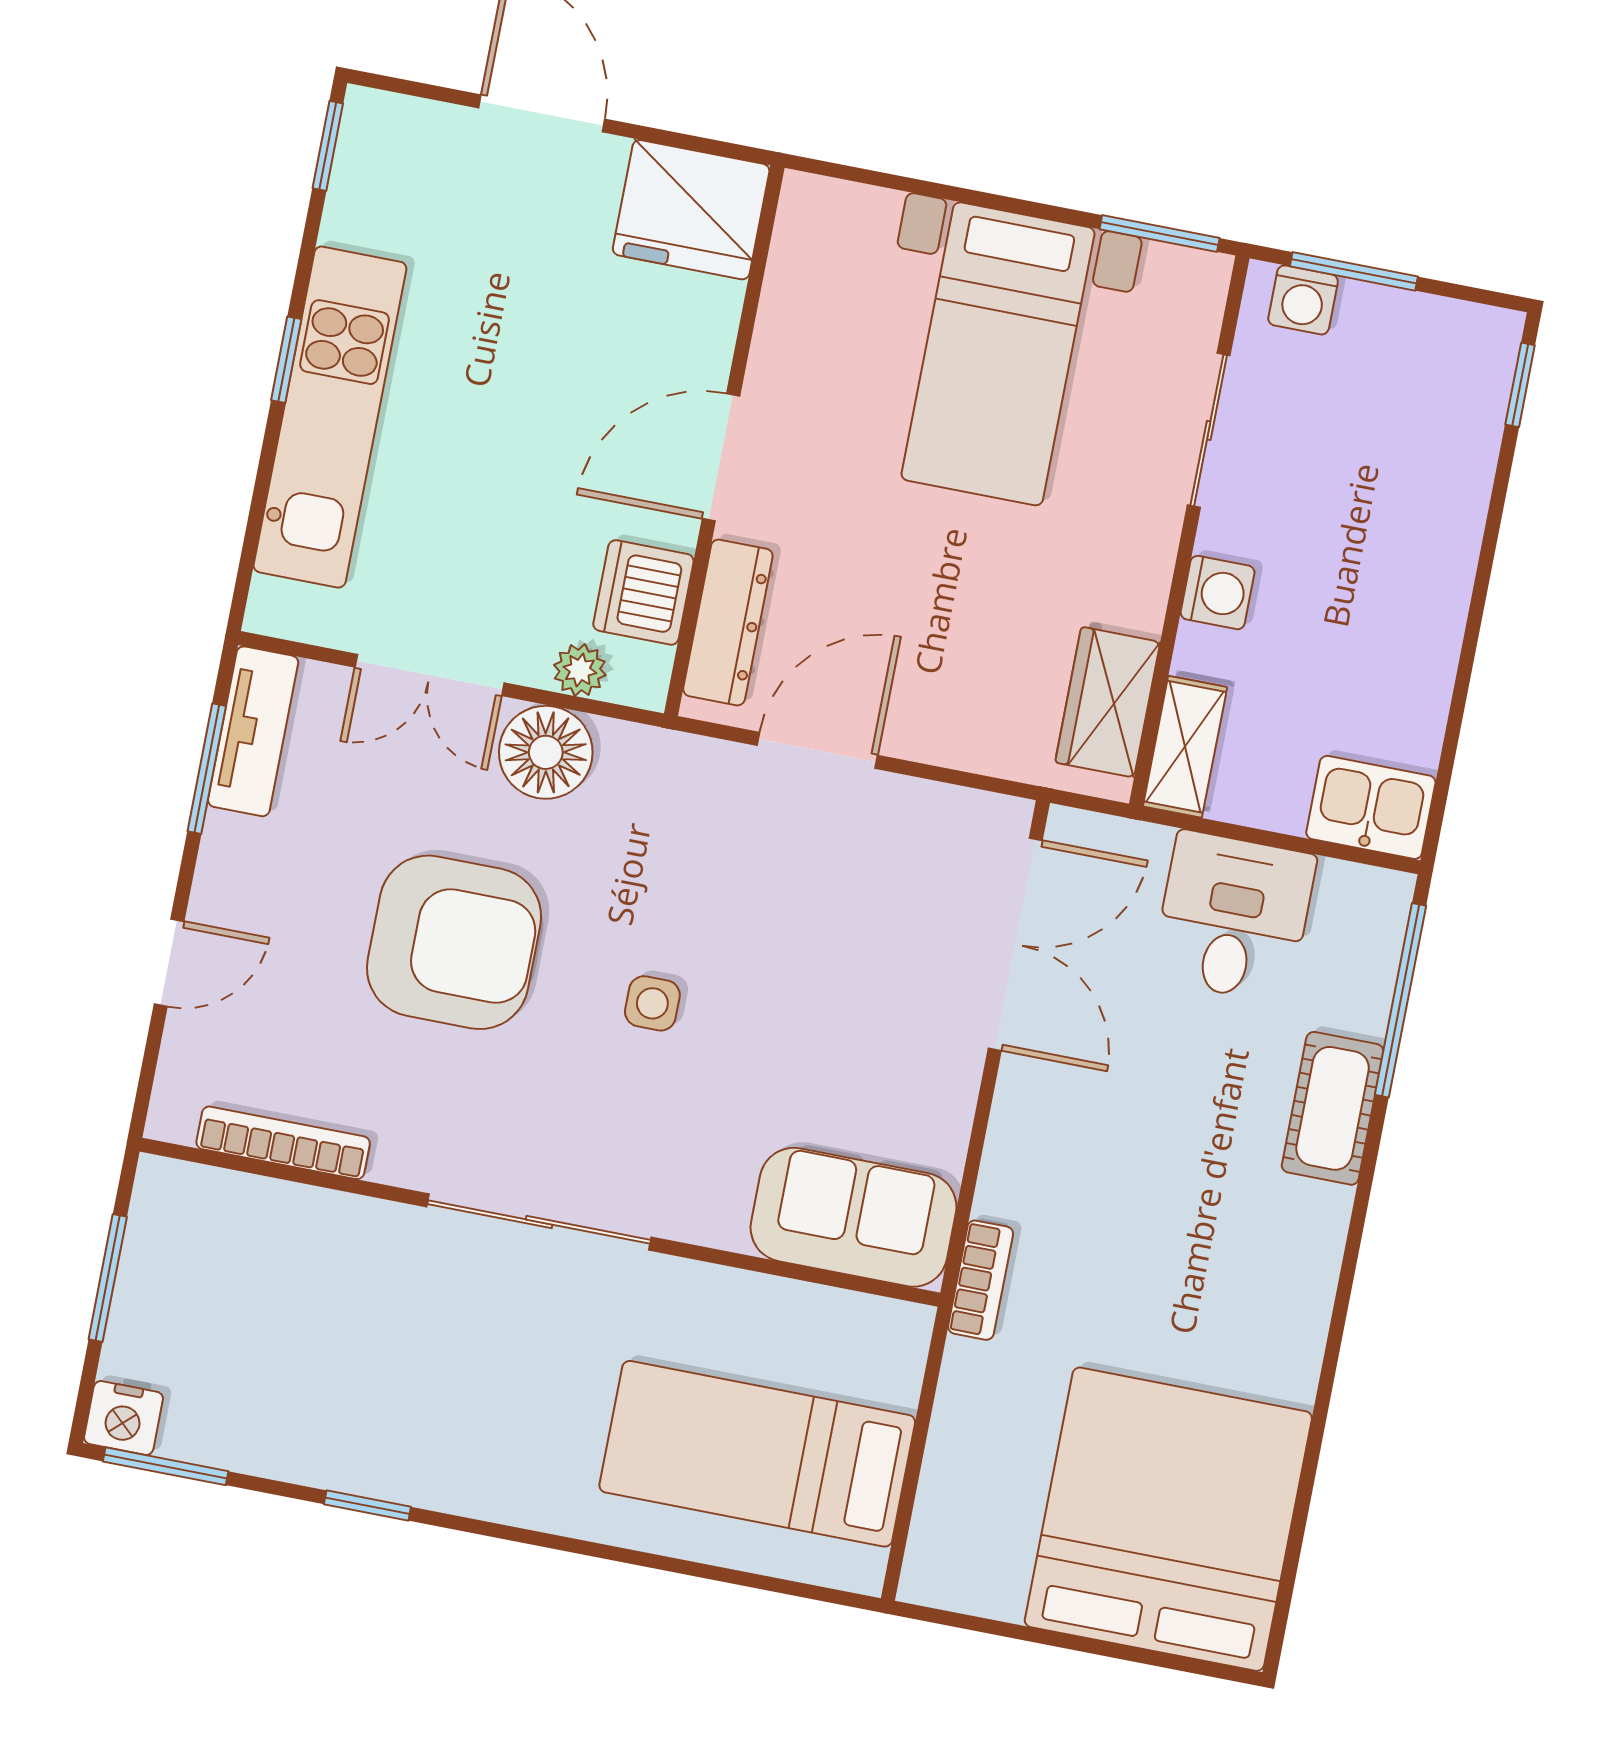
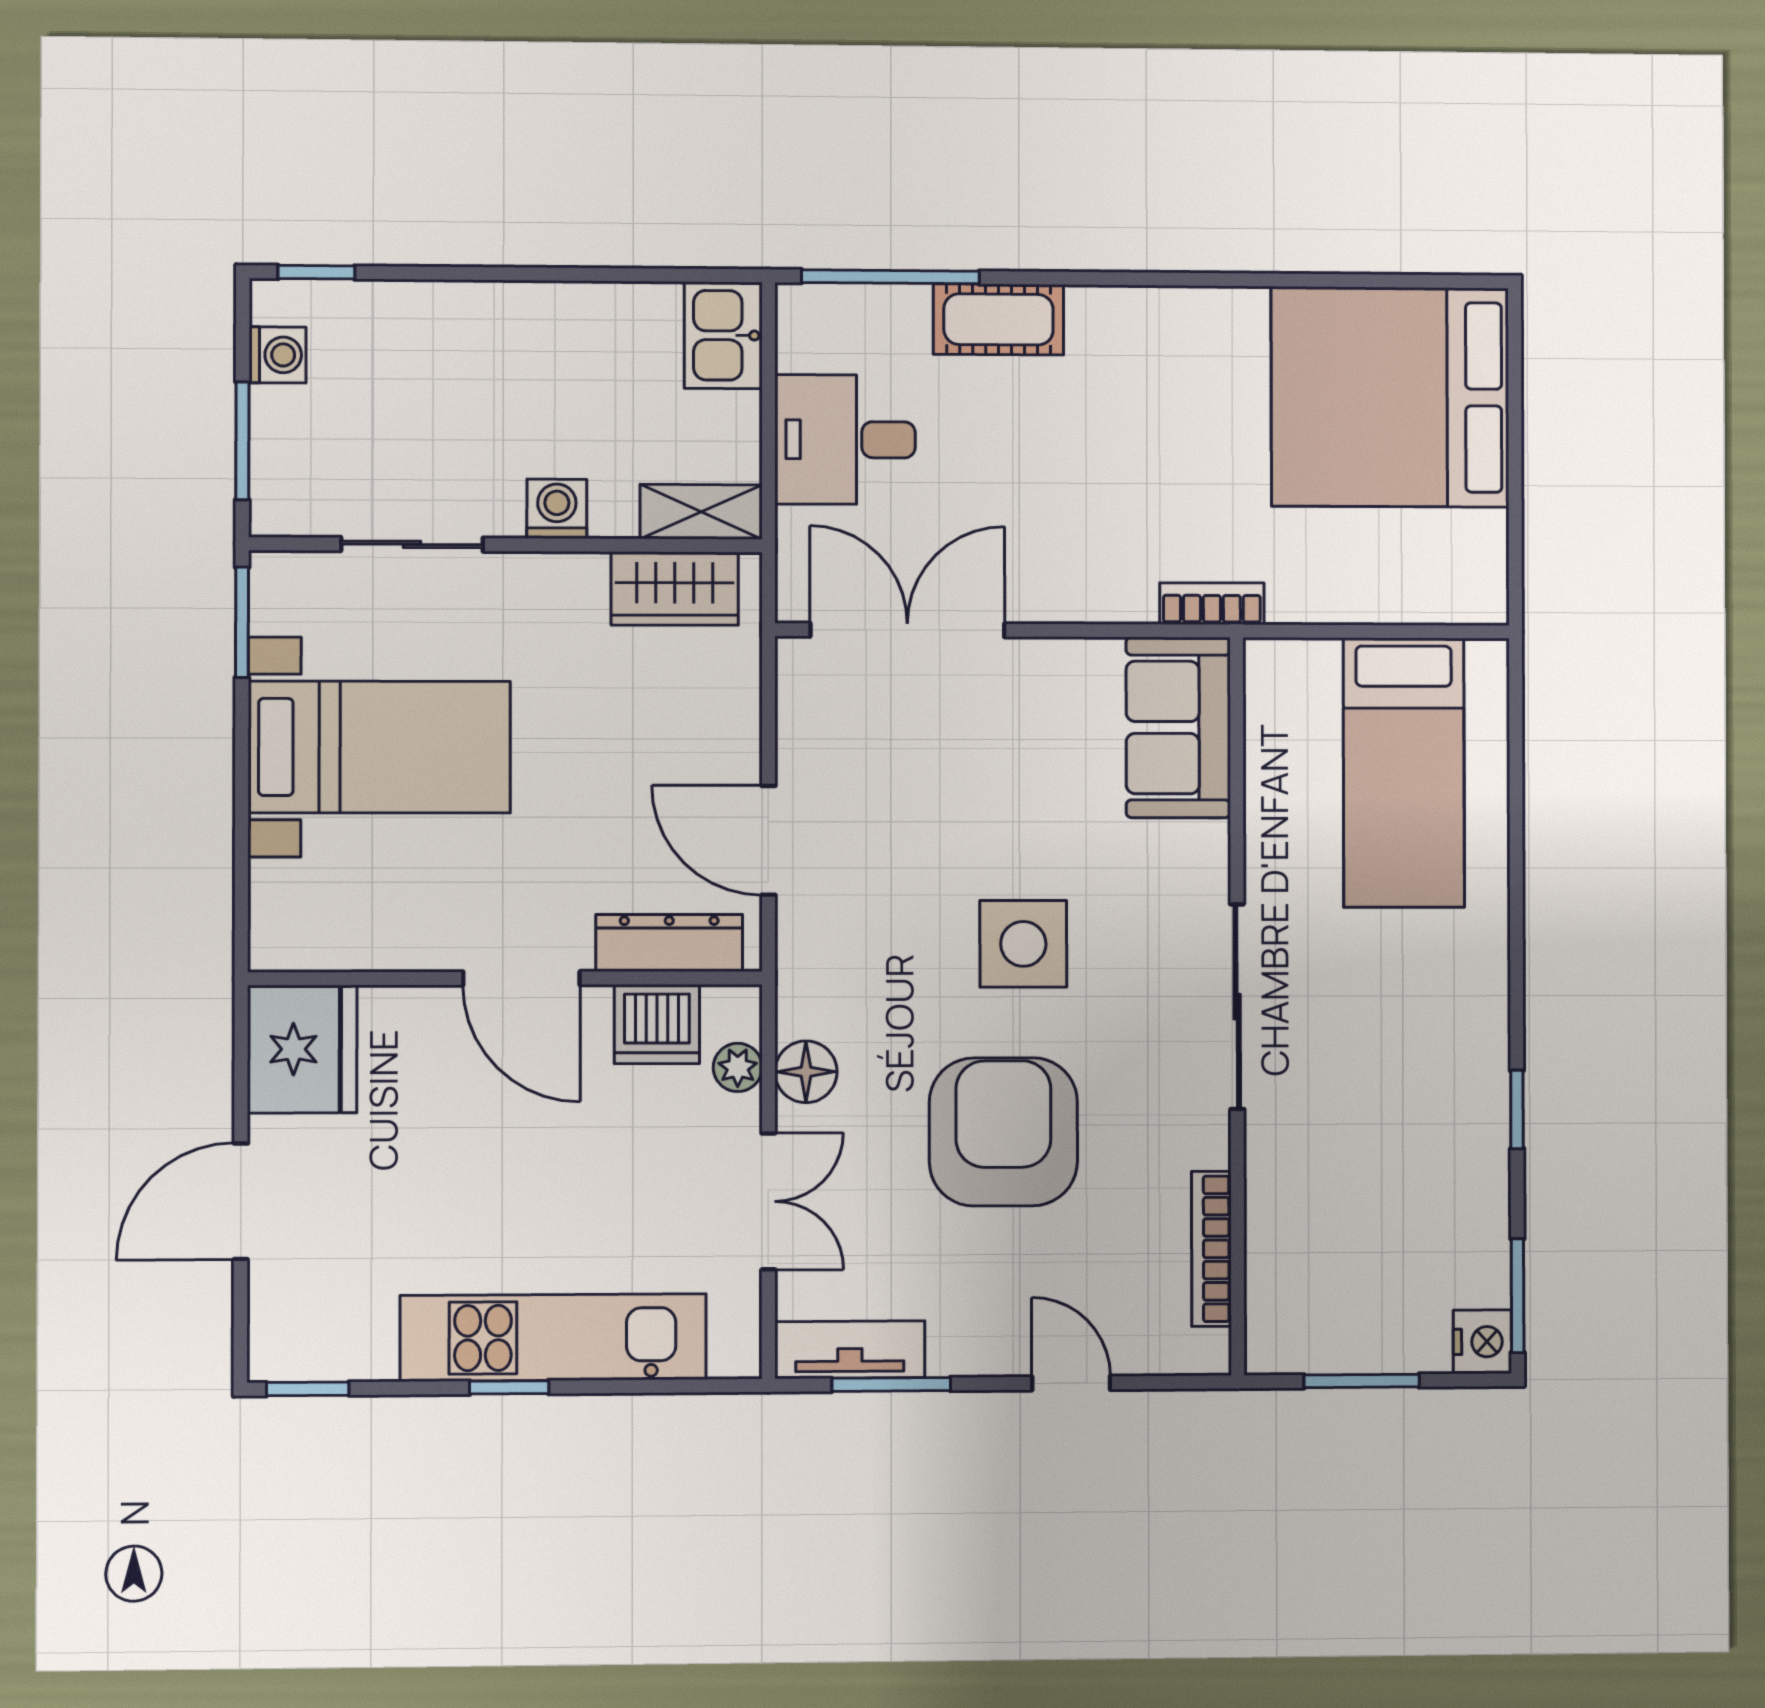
washing machine: (1303, 300) -> (277, 355), moved
floor lamp: (546, 752) -> (806, 1072), width x0.73, depth x0.73
side table: (652, 1003) -> (1023, 944), width x1.87, depth x1.87

